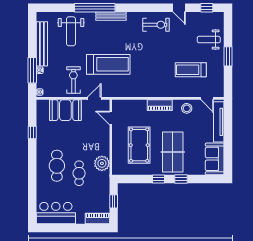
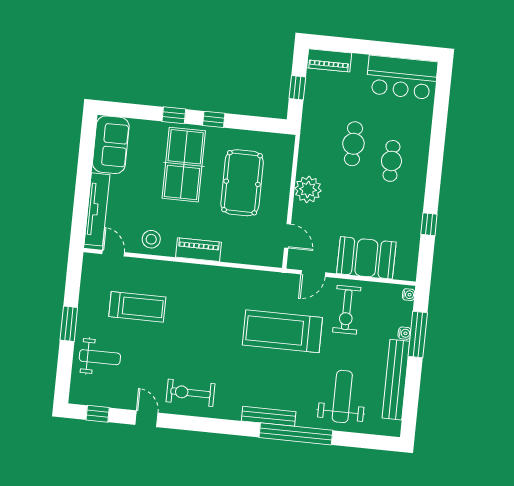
plant: (102, 163) -> (308, 189), moved
cafe table: (57, 166) -> (391, 161), width x0.73, depth x0.74

